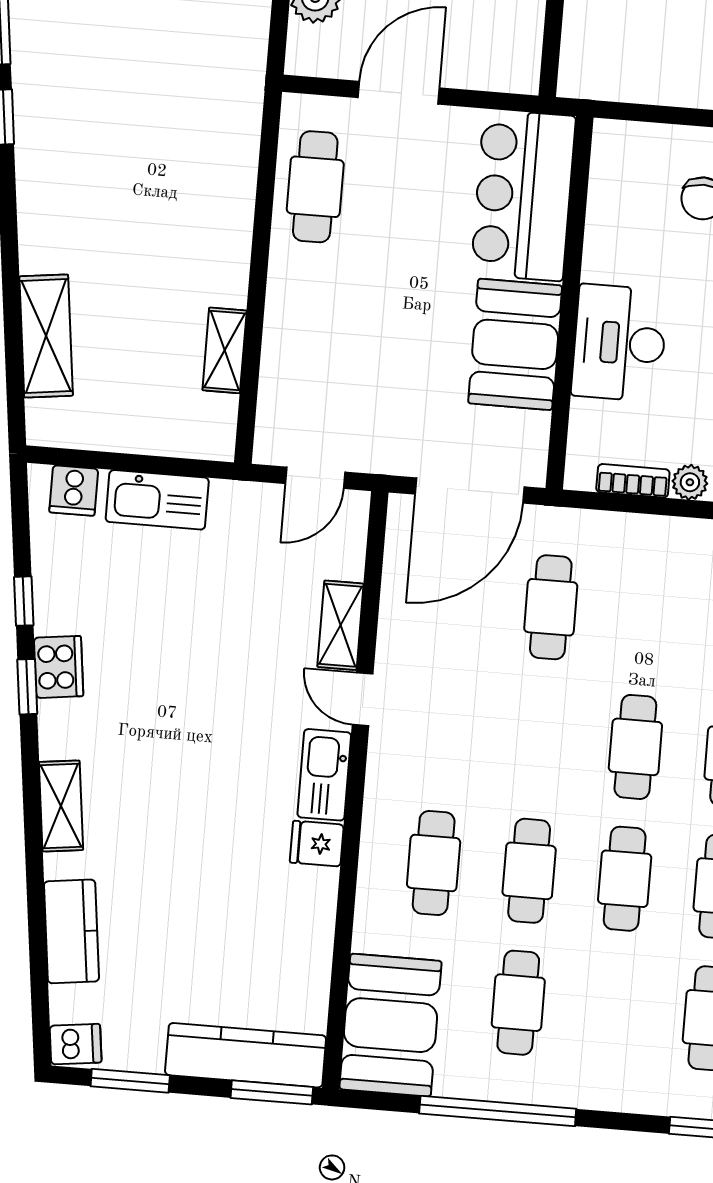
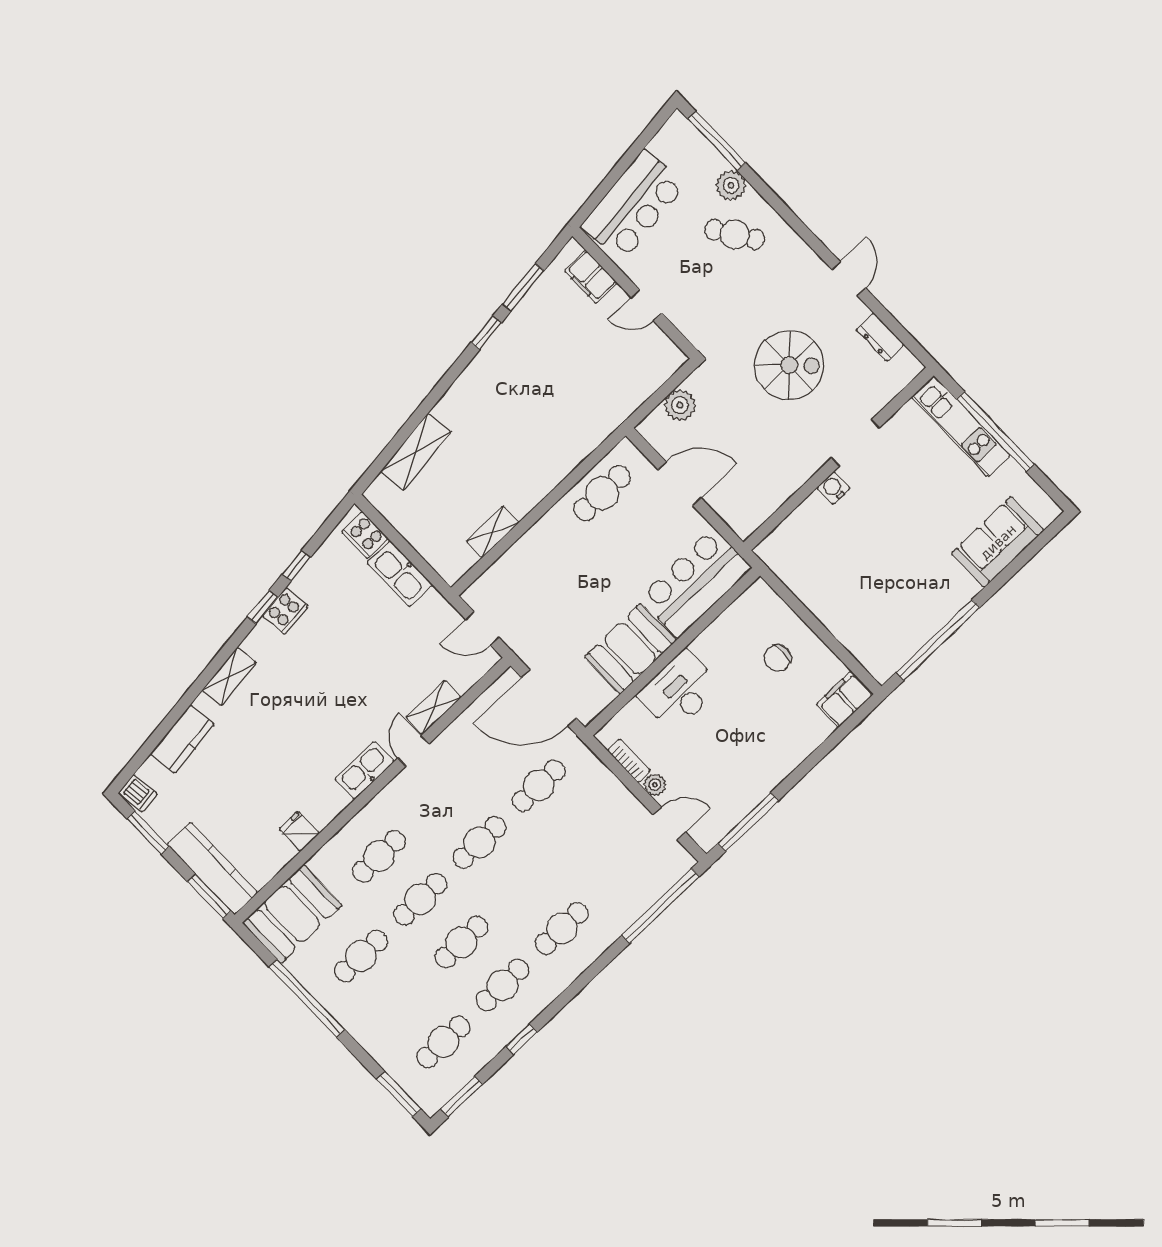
cooker: (74, 491) -> (365, 535), width x1.36
cafe table: (635, 747) -> (479, 842), moved
fridge: (317, 844) -> (299, 831), moved

